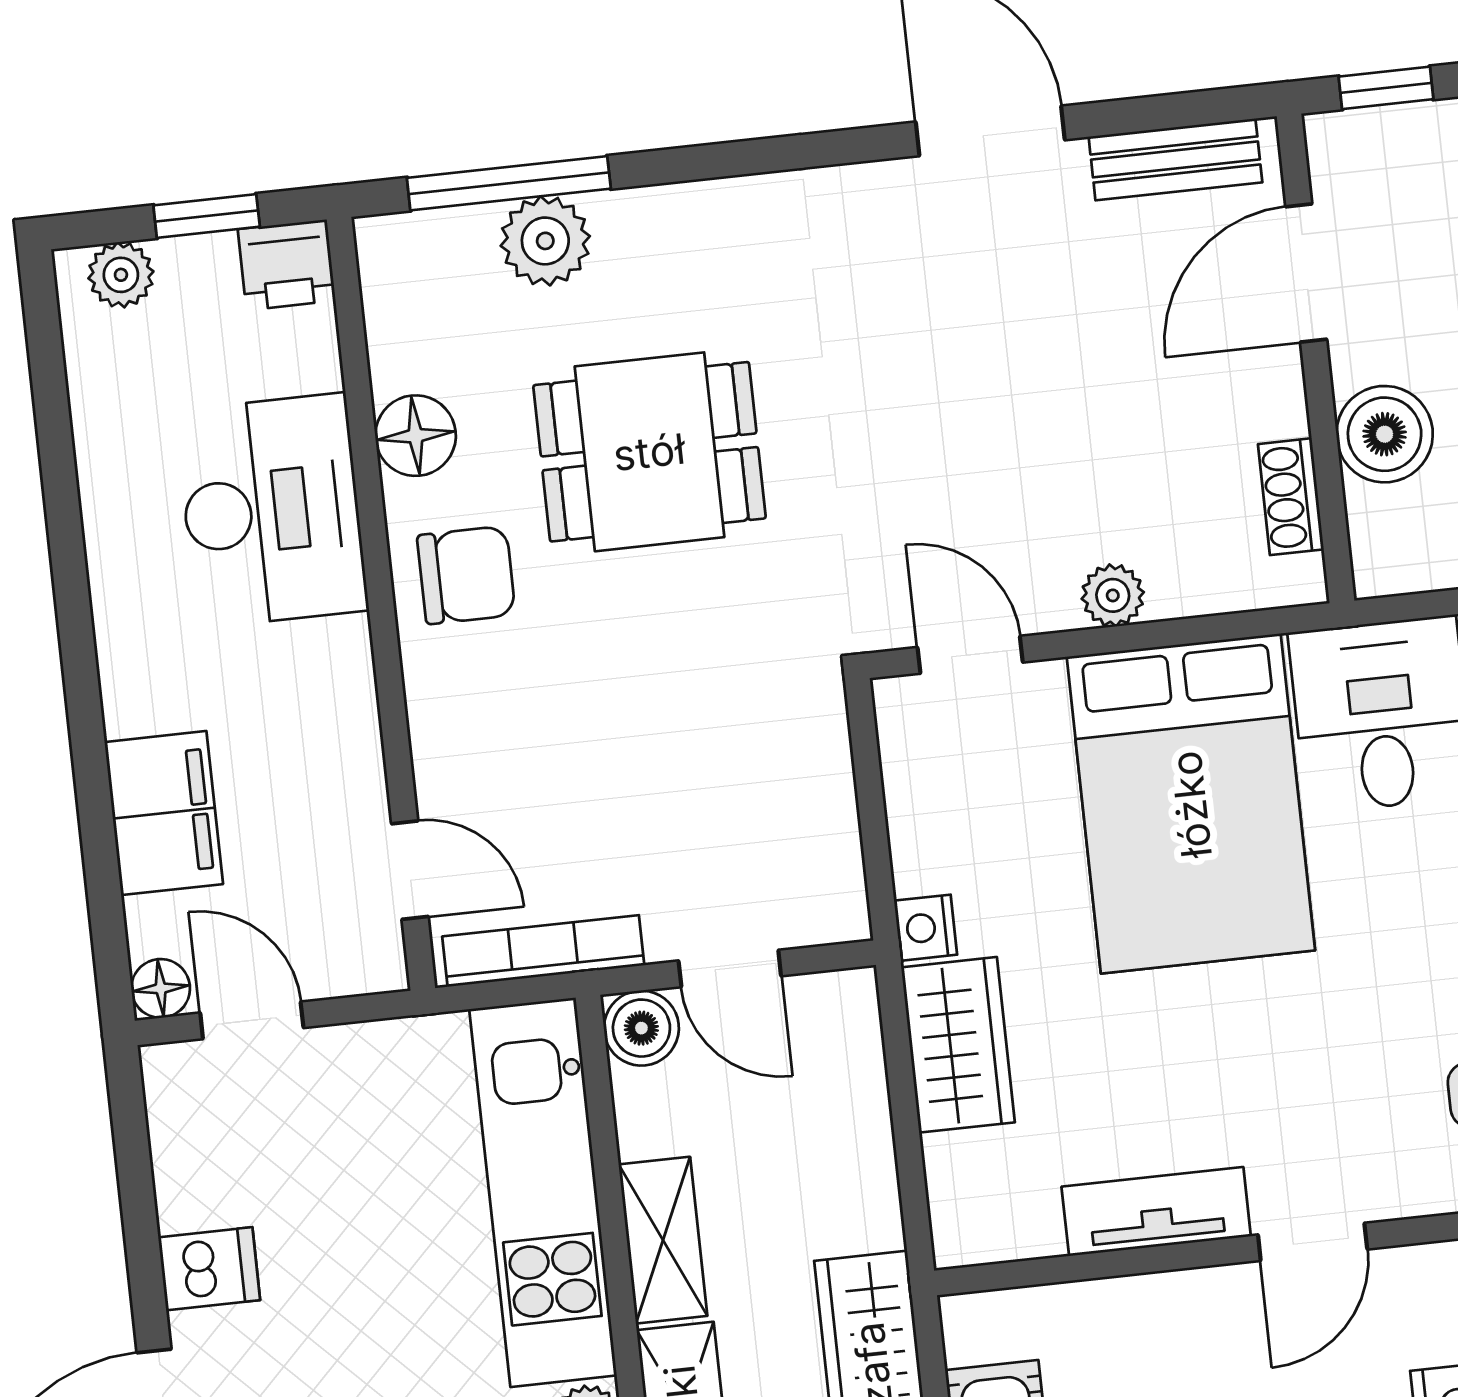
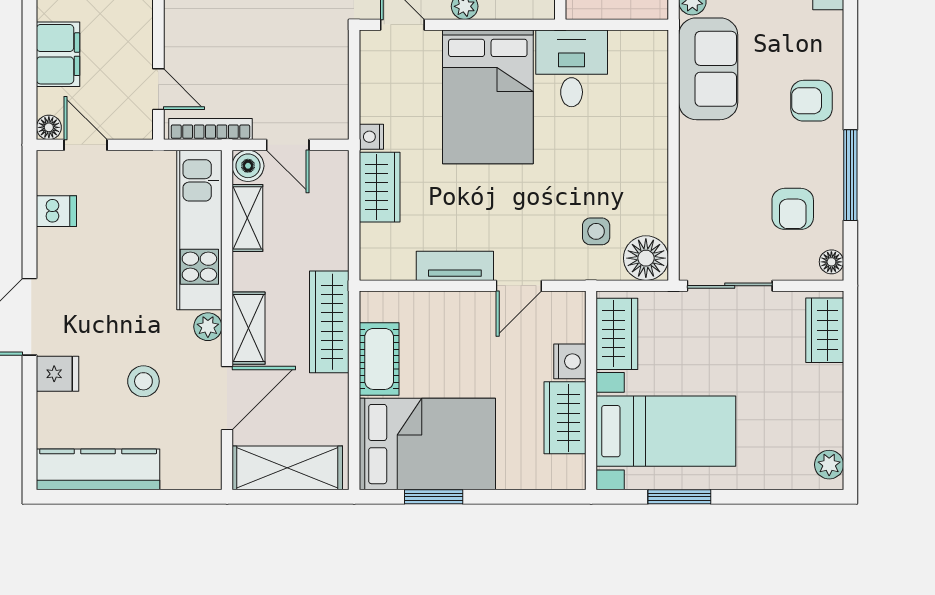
shelving: (663, 1240) -> (247, 218), moved
dishwasher: (209, 1269) -> (56, 211), moved

